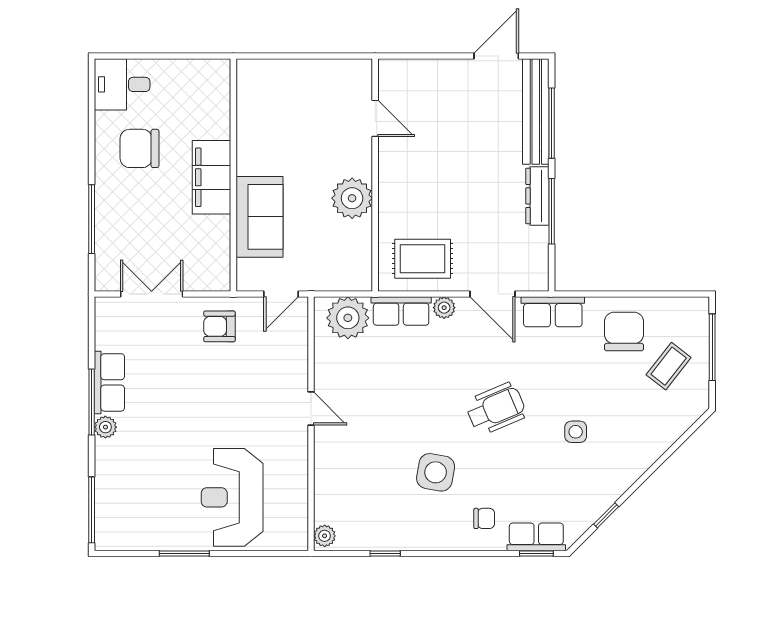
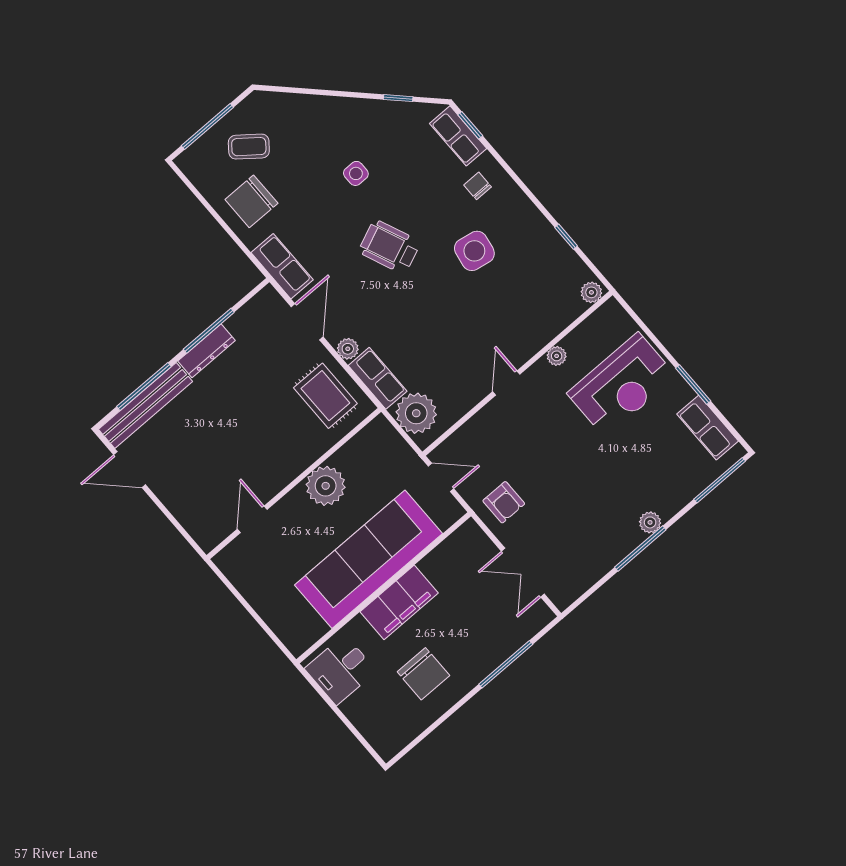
desk: (122, 84) -> (341, 670), moved, turned 90
sofa: (259, 217) -> (368, 559), width x1.85, depth x1.27
row of seats: (109, 382) -> (708, 428), moved, turned -90
plant: (298, 466) -> (557, 356), added

